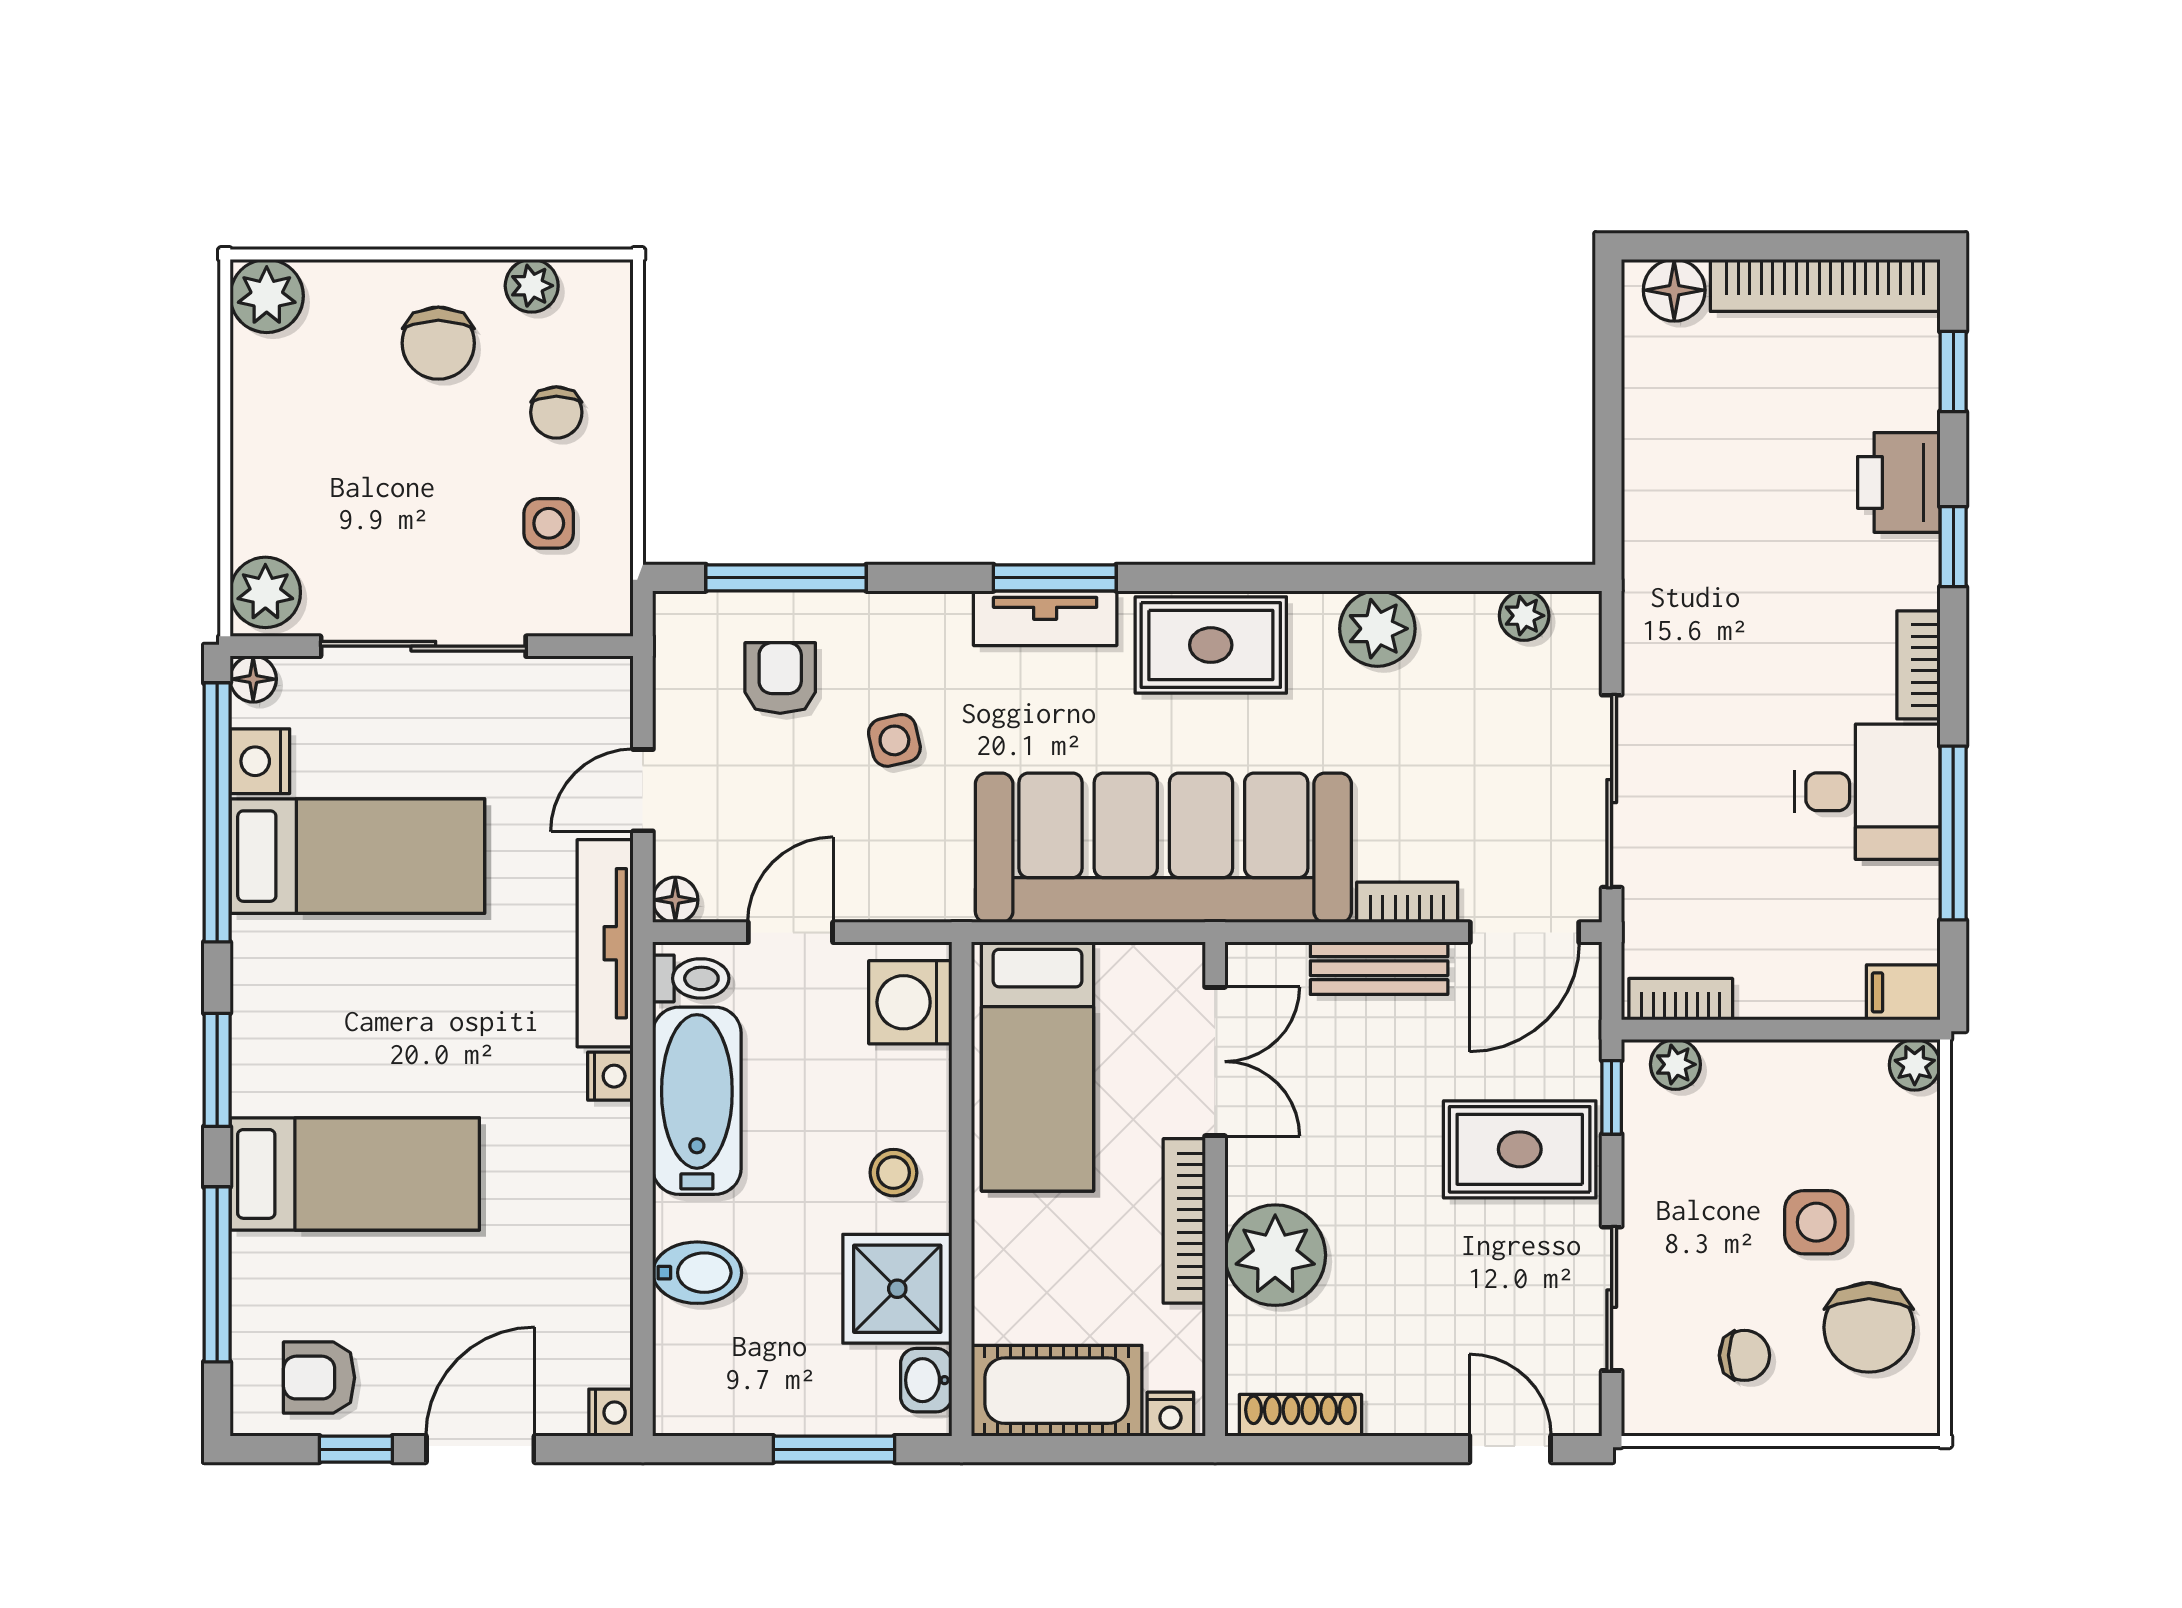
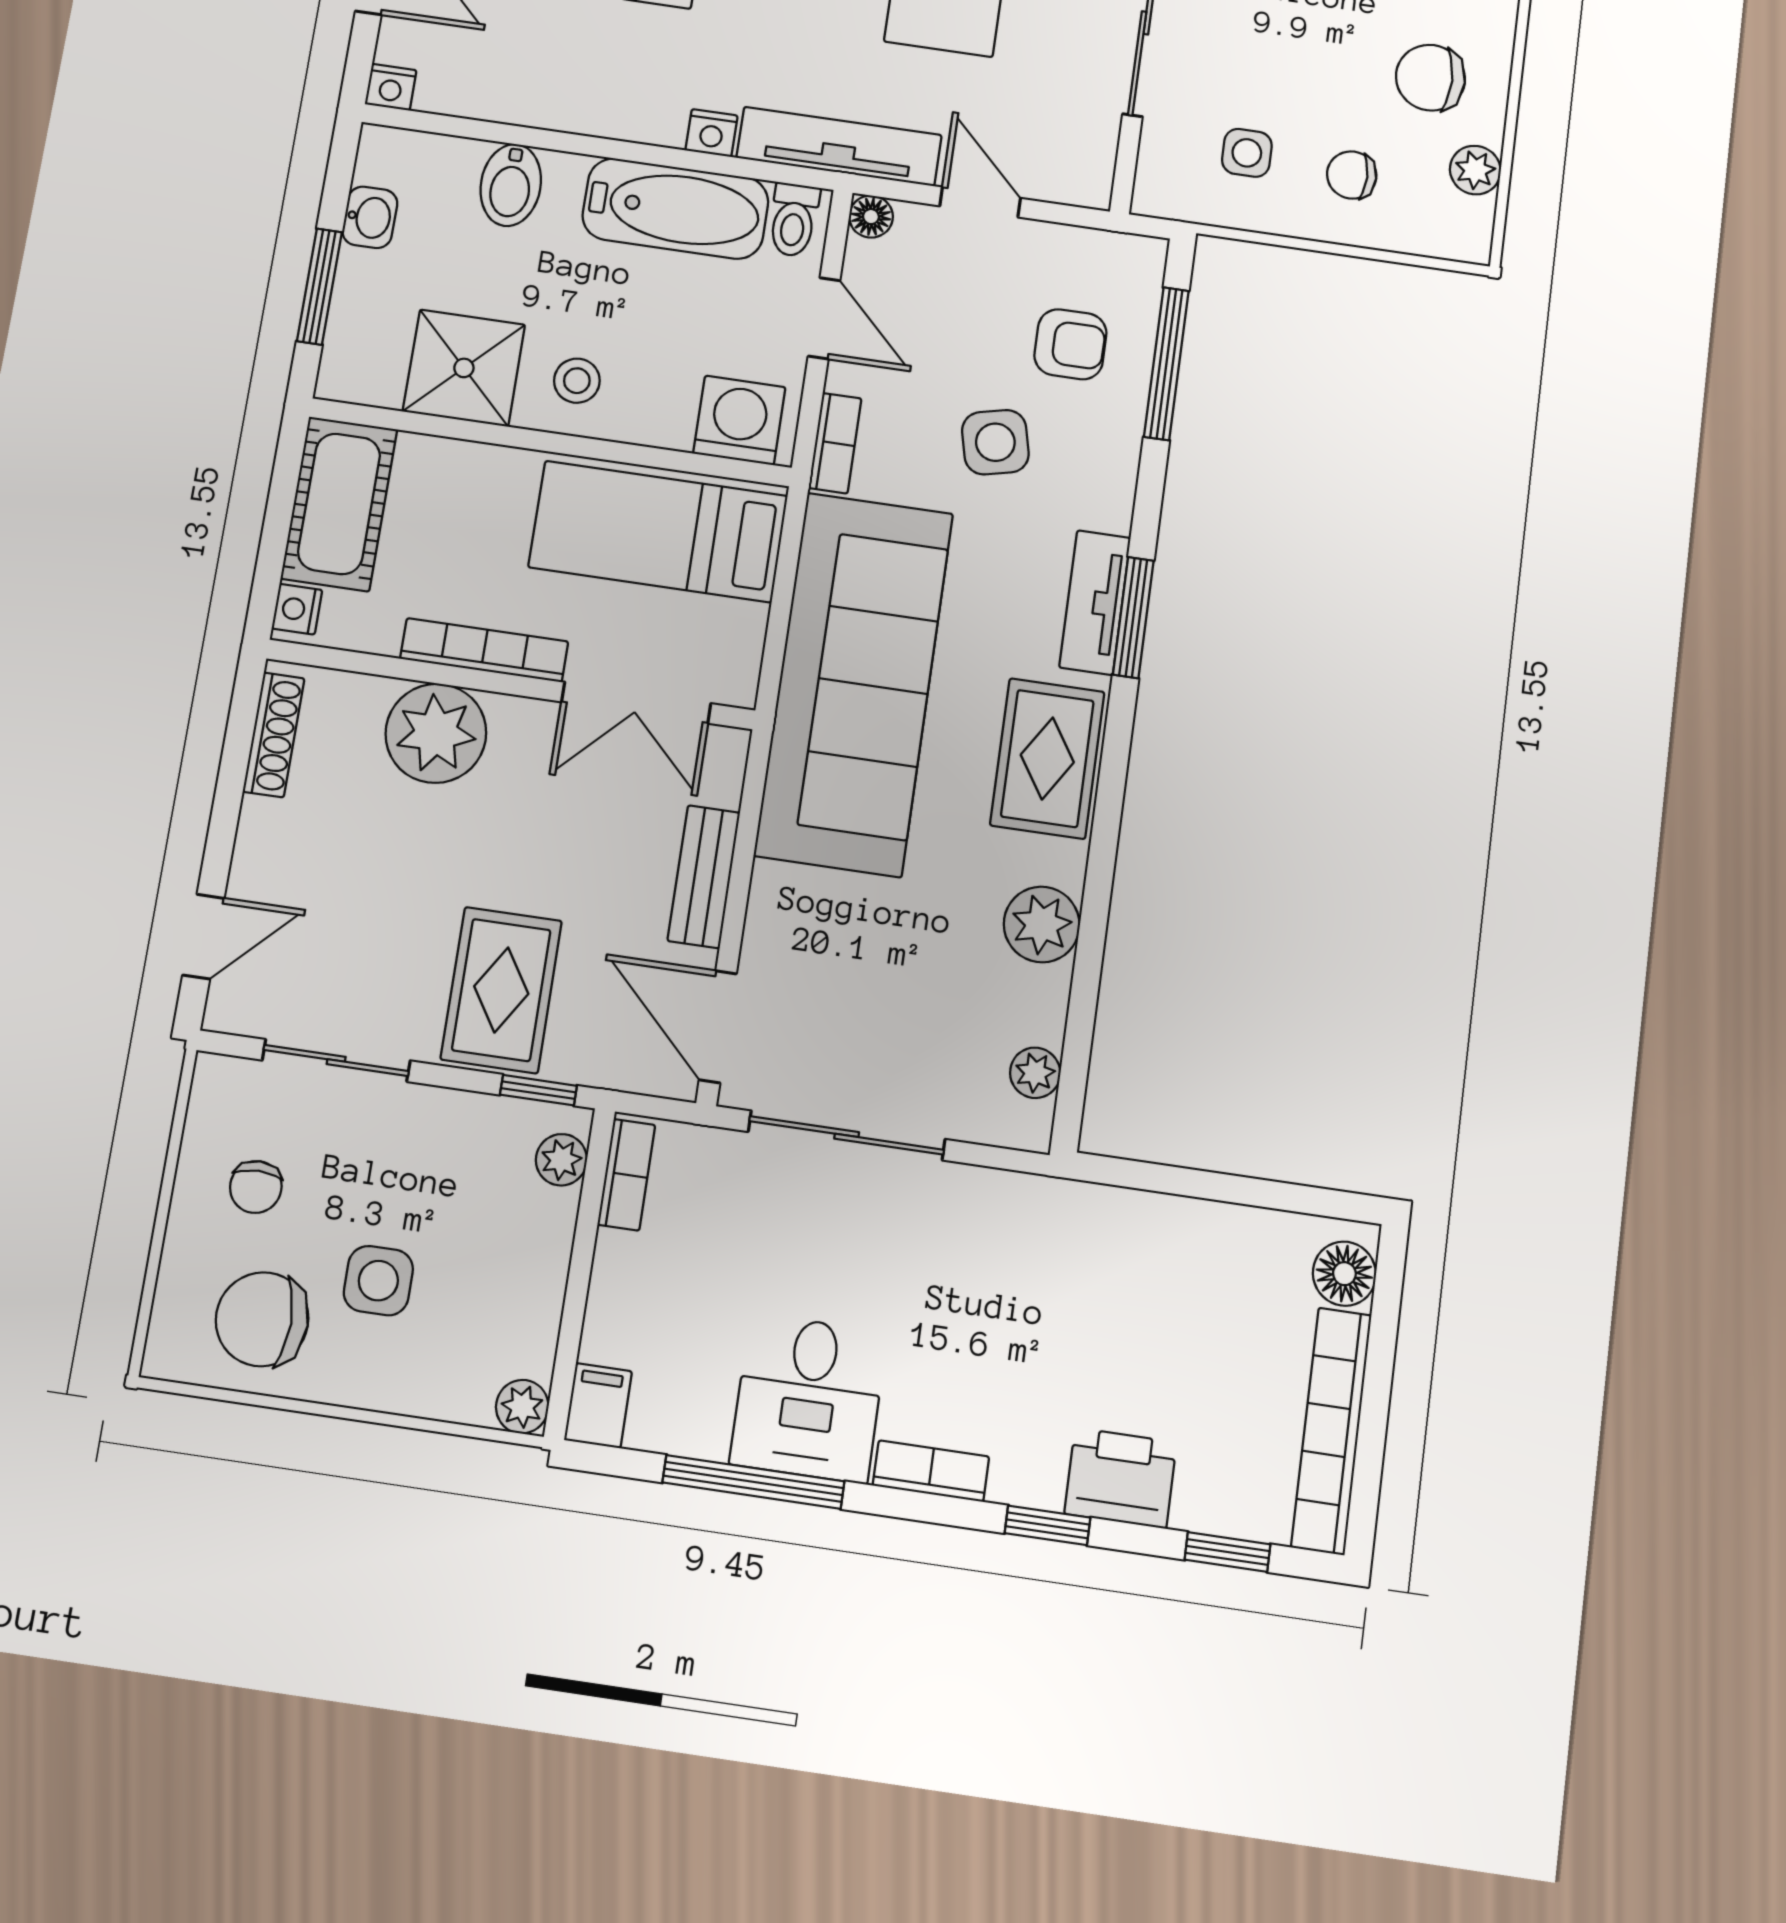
side table: (894, 740) -> (995, 442), width x1.37, depth x1.37
bookcase: (1407, 902) -> (835, 443), moved
washbasin: (926, 1380) -> (370, 217), moved, turned 90

